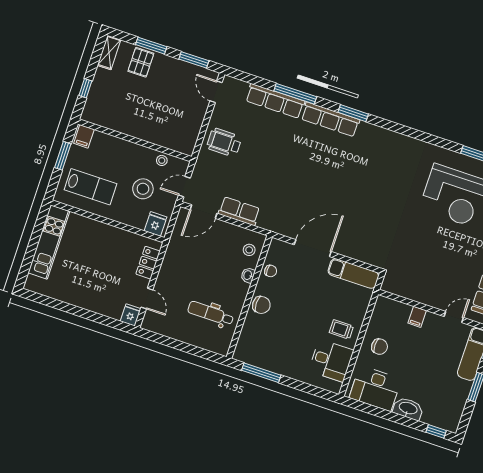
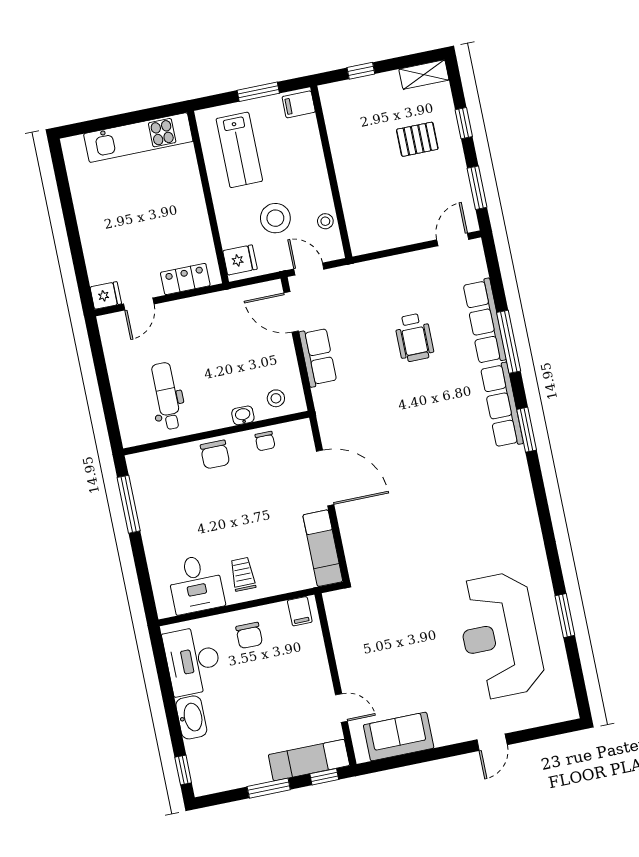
window: (151, 46) -> (464, 123), width x0.67
pallet: (141, 62) -> (417, 139), moved
wheelchair: (224, 142) -> (414, 338), moved, turned 180
filing cabinet: (417, 317) -> (300, 611), moved, turned -90

